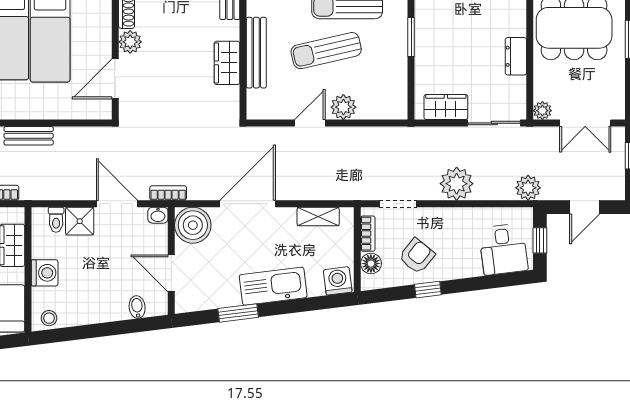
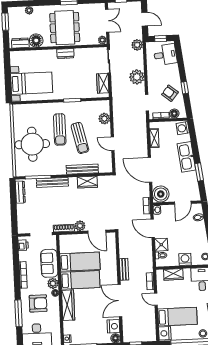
dresser: (516, 56) -> (65, 54), moved
plant: (343, 107) -> (104, 119), moved
door: (117, 204) -> (153, 228), hinge flipped

